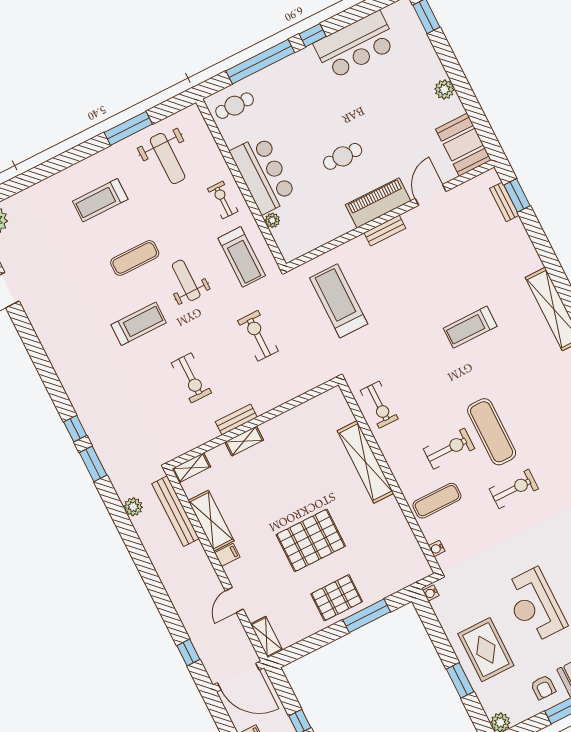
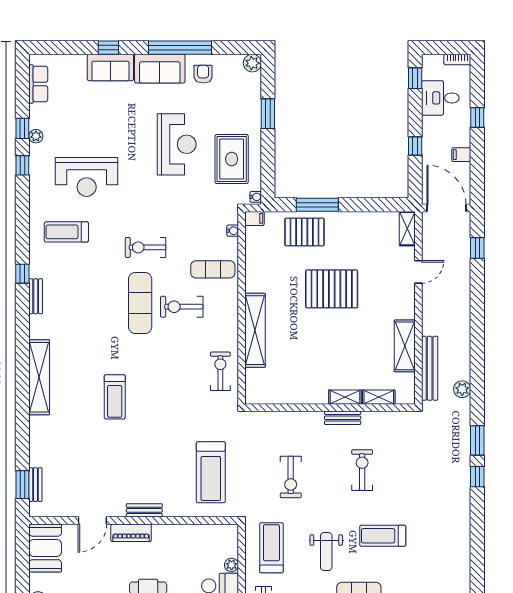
piano: (378, 203) -> (131, 533), width x0.73, depth x0.75
treadmill: (470, 327) -> (115, 397), turned 90
shelving: (191, 468) -> (379, 397), moved
filing cabinet: (227, 555) -> (254, 218), moved, turned 180
pallet: (337, 598) -> (305, 232), moved
rug: (486, 650) -> (232, 159), moved

